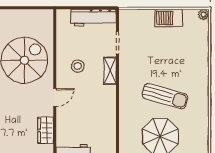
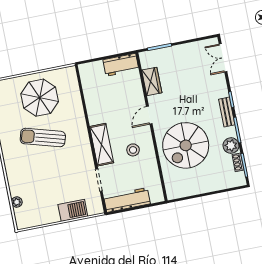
plant: (203, 14) -> (17, 202), moved
barbecue: (169, 18) -> (73, 210), moved
shelving: (110, 71) -> (102, 145), width x1.50, depth x1.33

